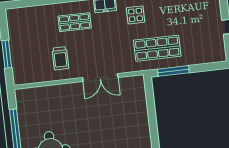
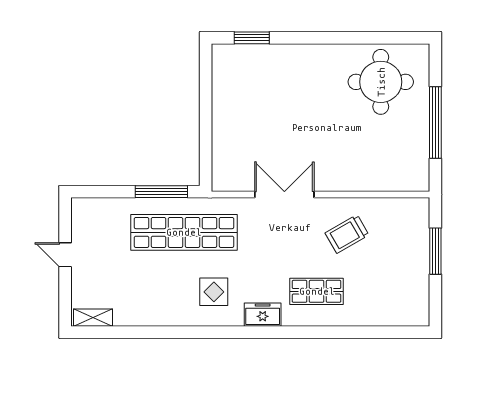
shop shelf: (157, 48) -> (184, 232), width x1.40
trolley: (60, 58) -> (347, 234), turned -120

